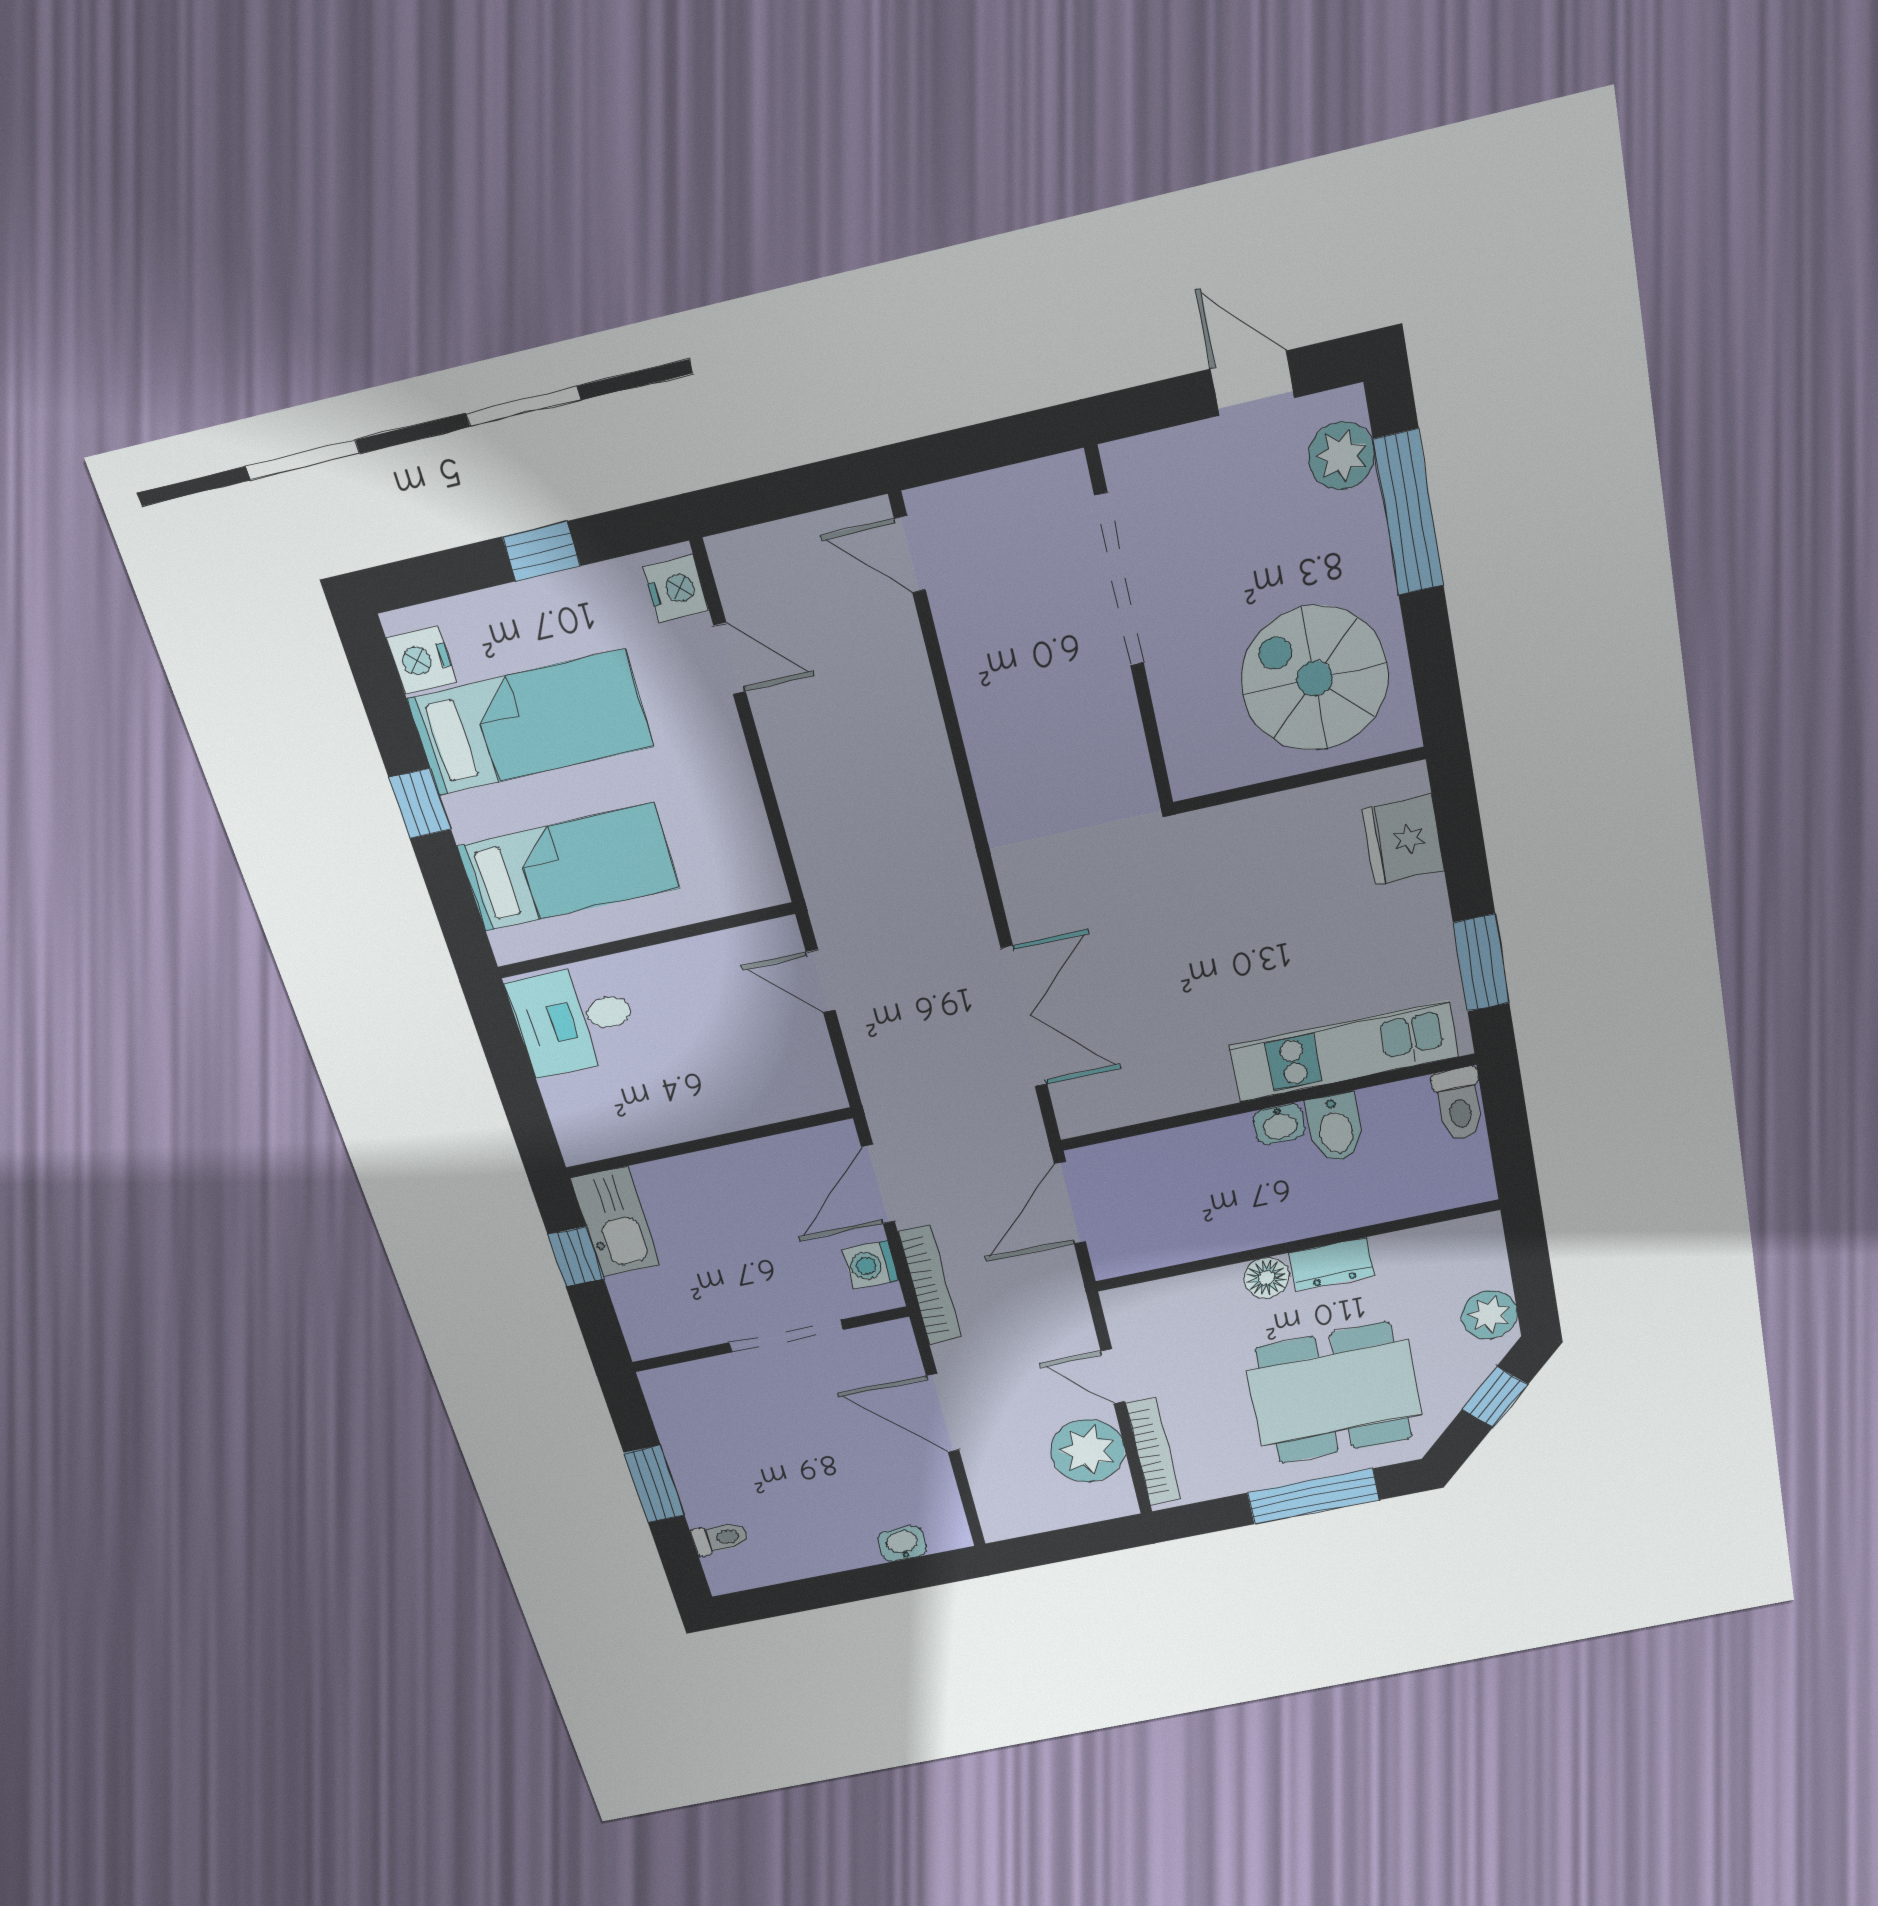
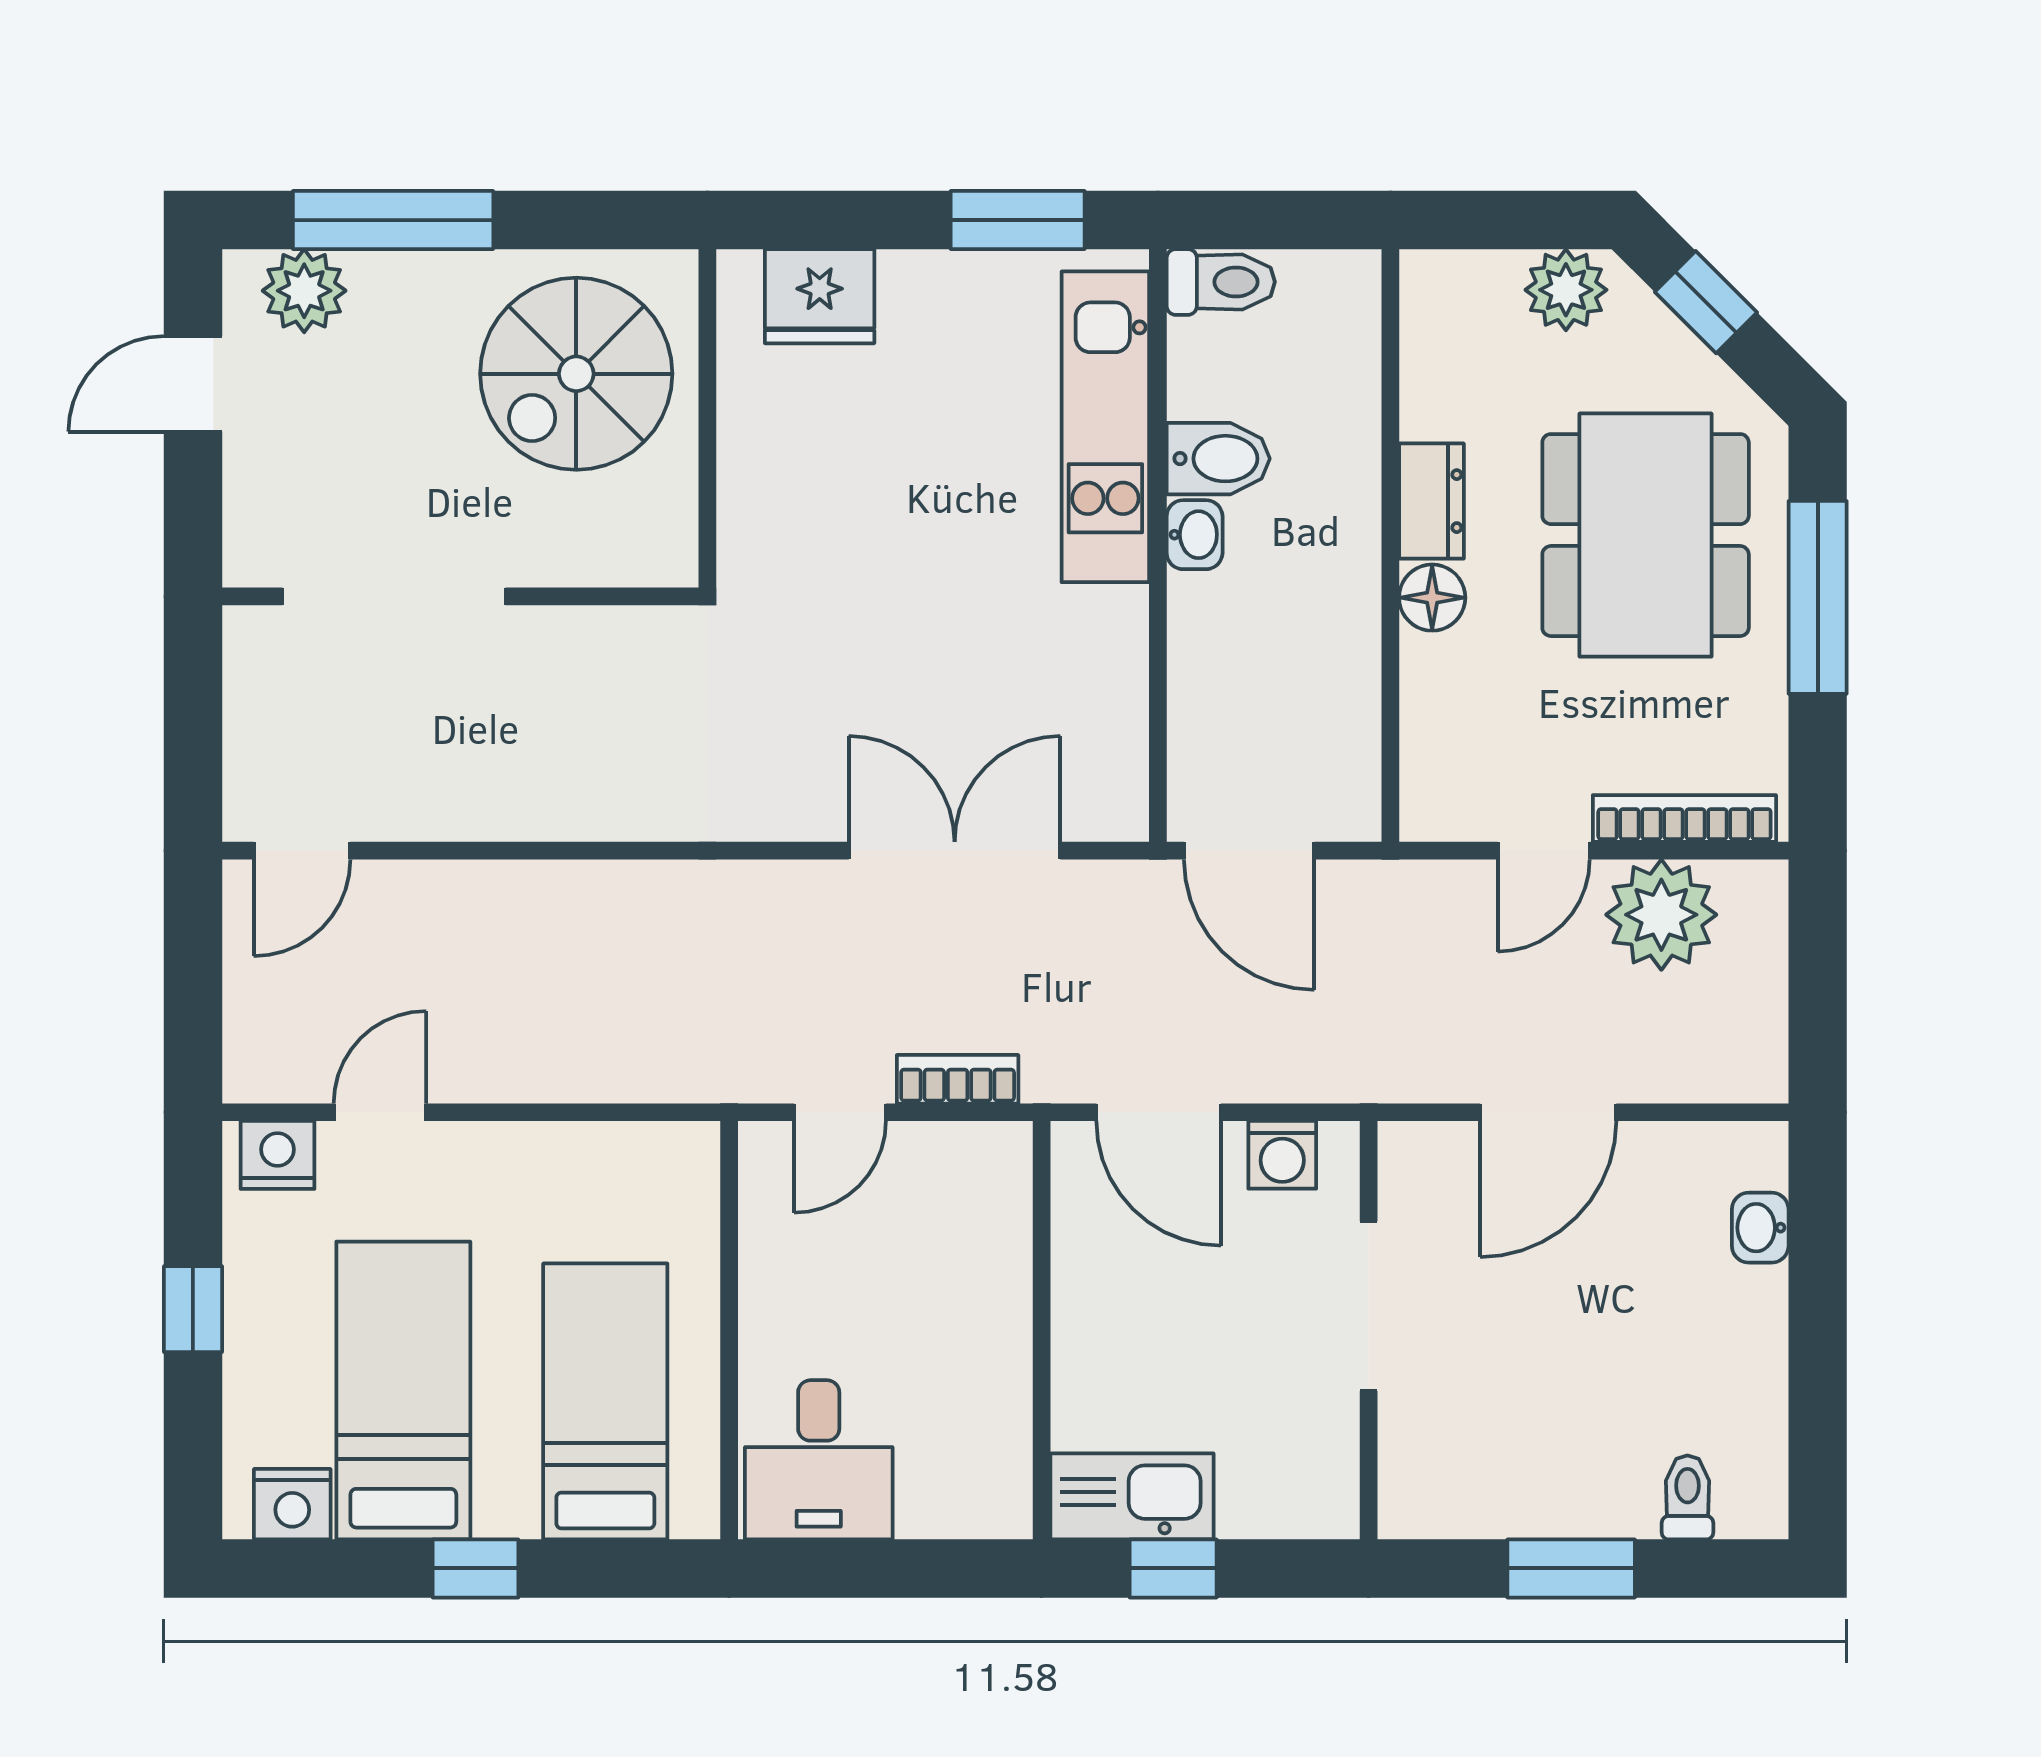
bookcase: (930, 1285) -> (958, 1079), moved, width x0.64

